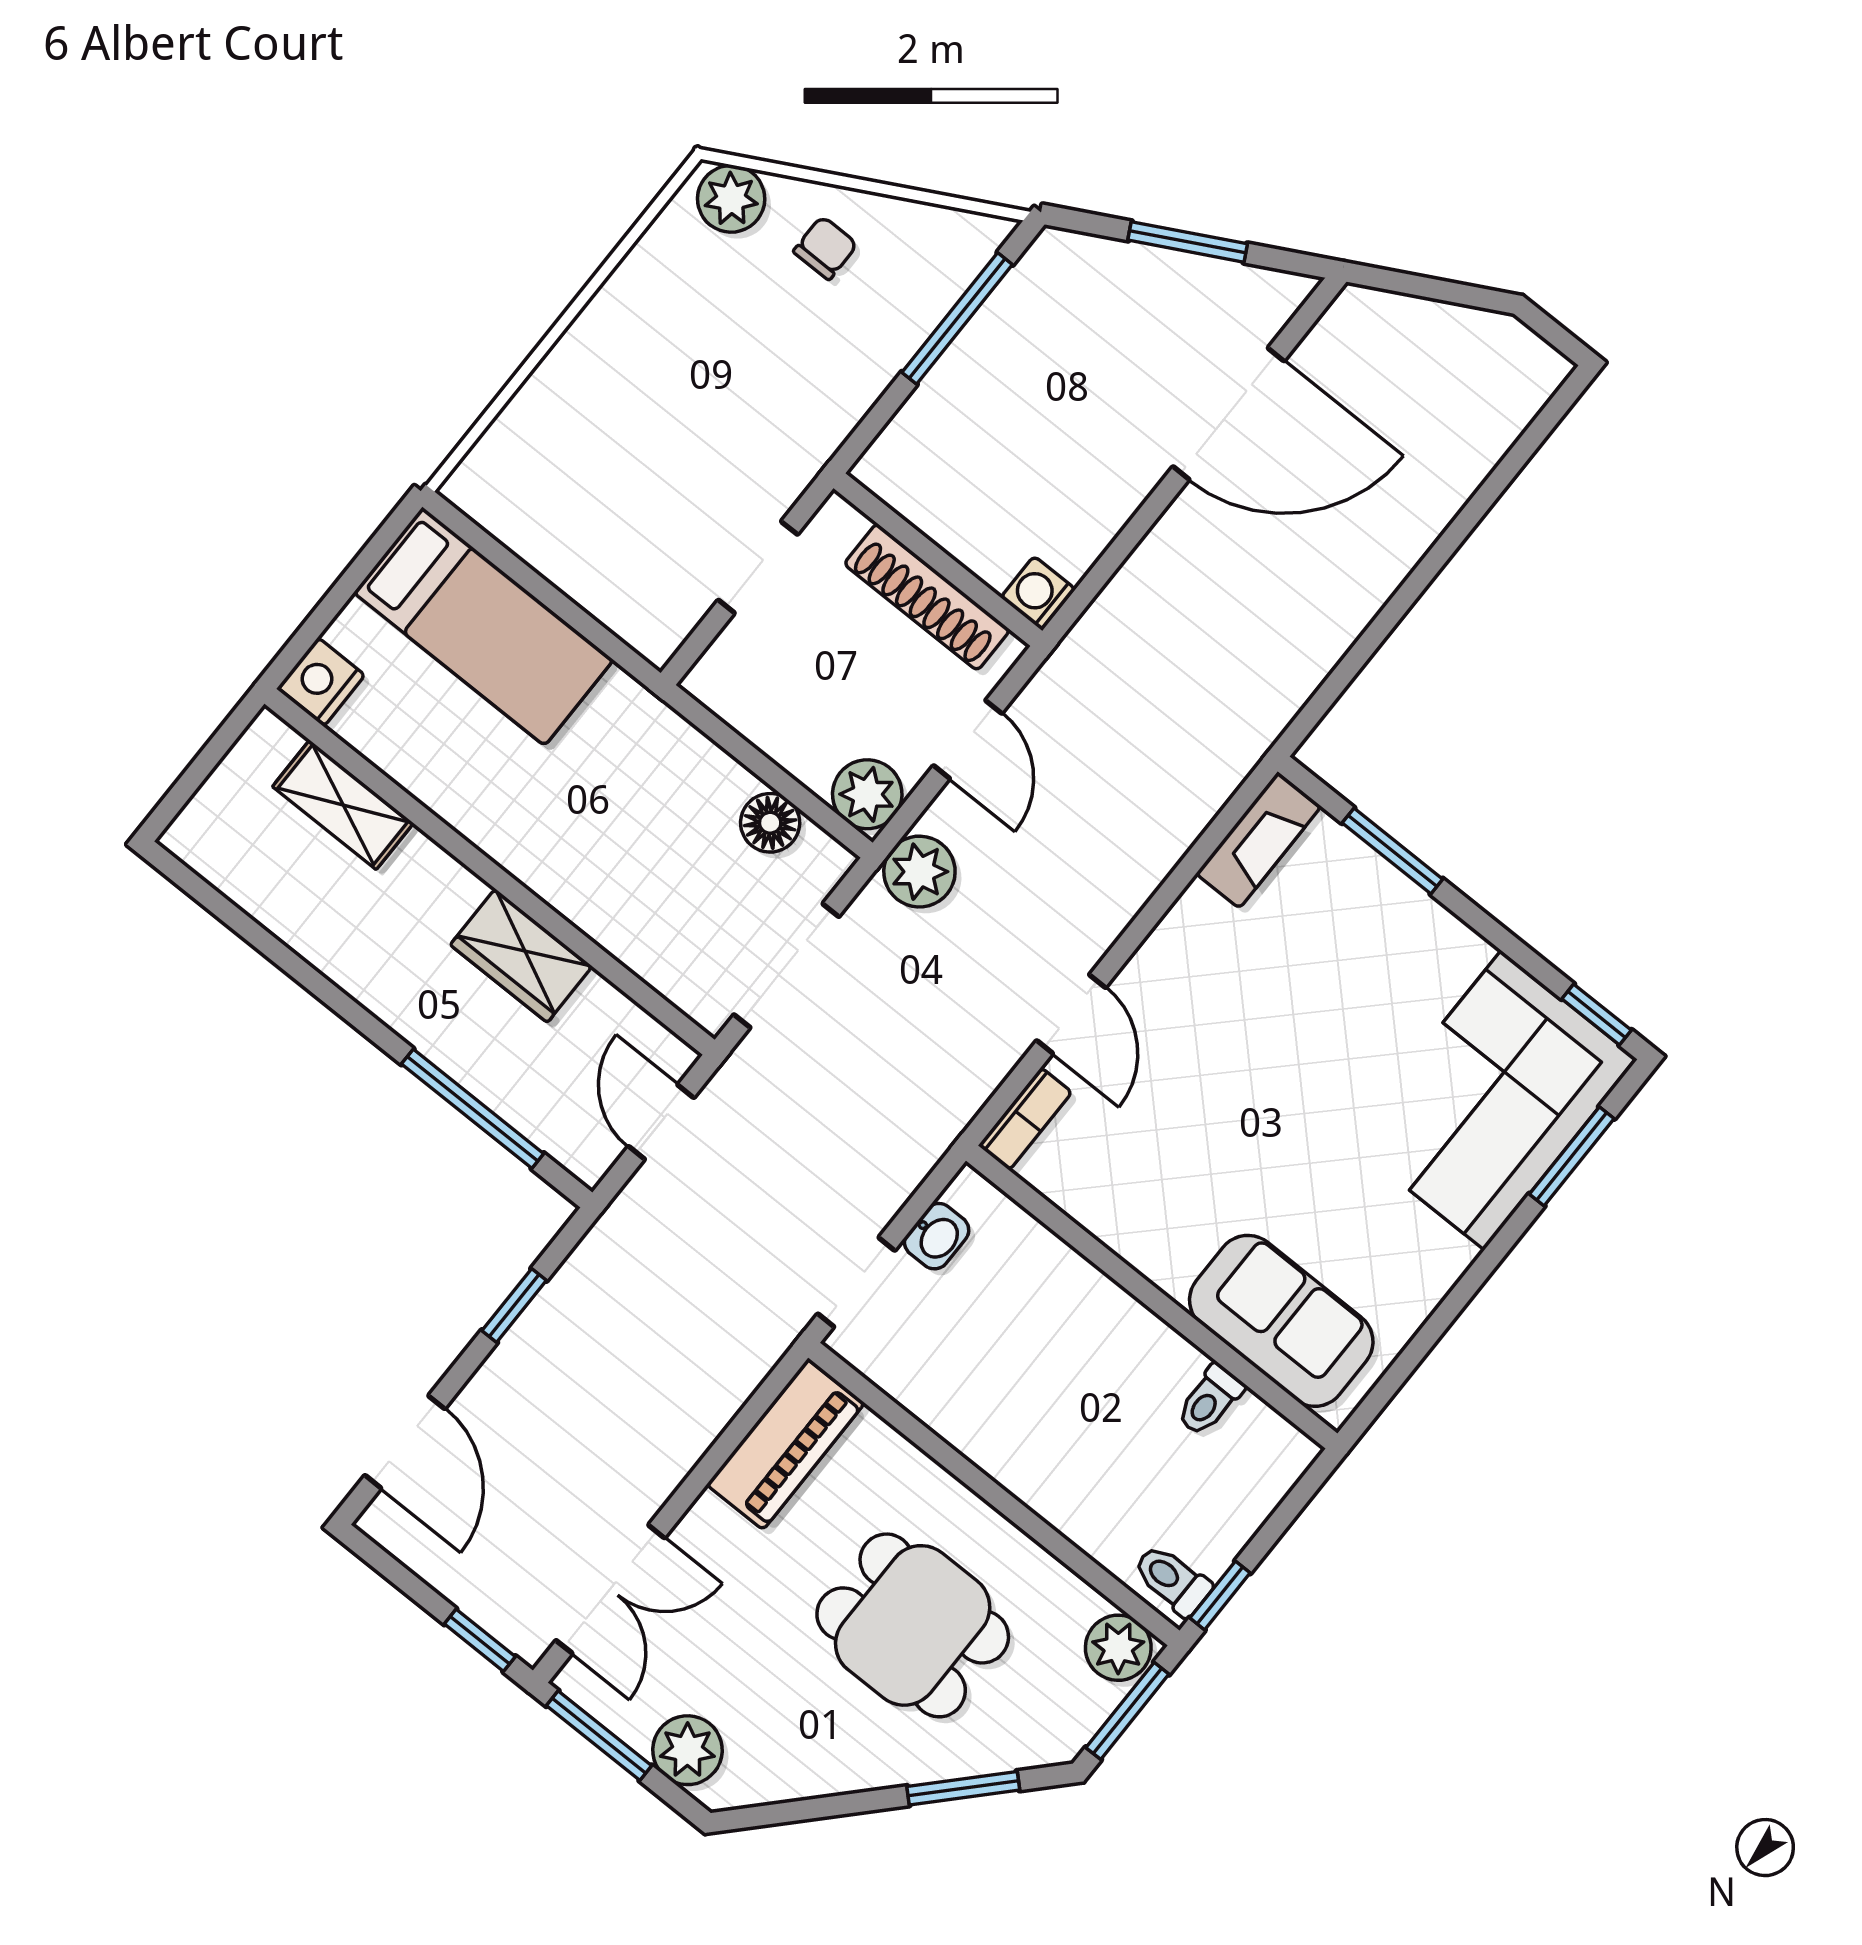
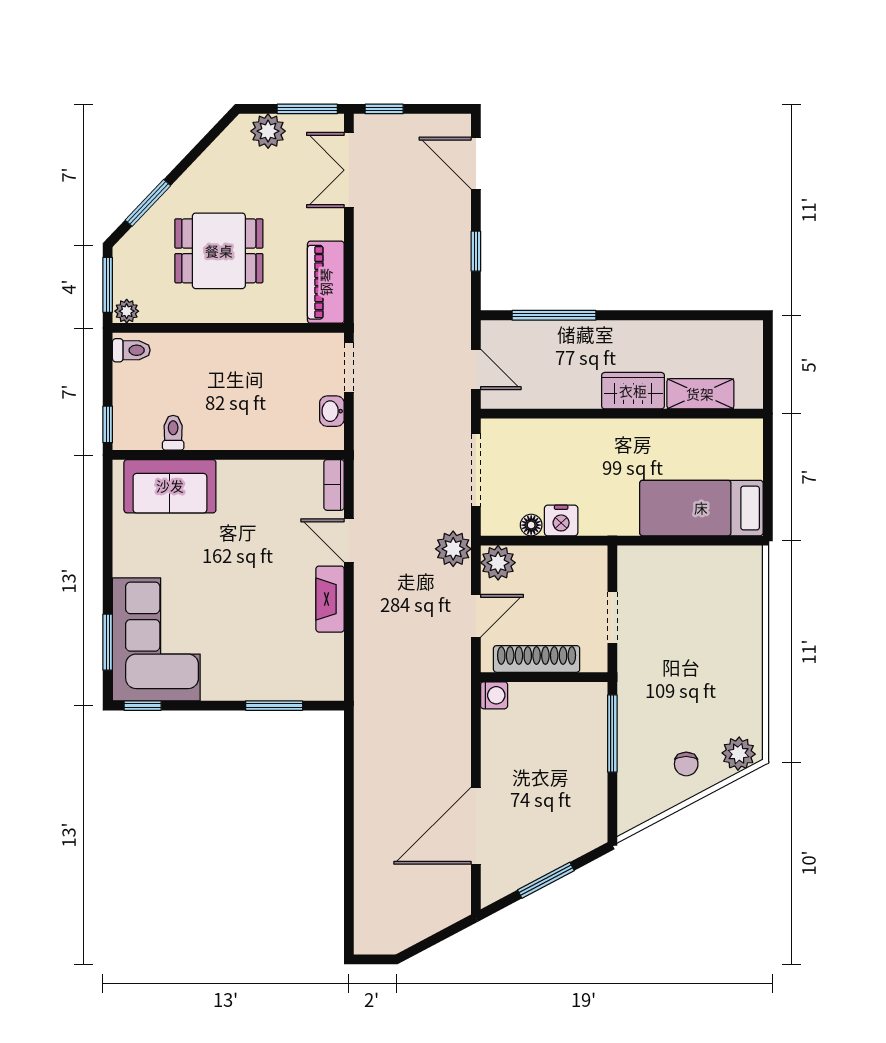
window: (957, 318) -> (612, 733), moved
nightstand: (321, 682) -> (561, 520), moved, turned 90
door: (968, 739) -> (476, 616), swing flipped
floor lamp: (770, 823) -> (531, 525), width x0.73, depth x0.73
fireplace: (1259, 840) -> (330, 599), moved
wardrobe: (521, 956) -> (633, 391), moved
window: (1220, 1595) -> (108, 424), moved
plant: (1118, 1648) -> (127, 311), width x0.73, depth x0.73

